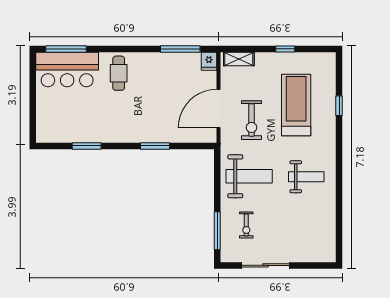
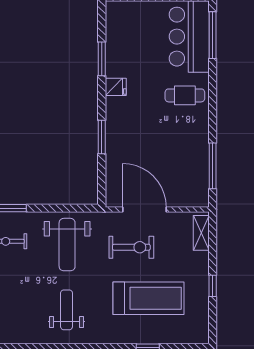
fridge: (209, 61) -> (116, 87), moved, turned 180
exercise bike: (252, 120) -> (131, 247), turned 180
weight bench: (306, 177) -> (67, 310), turned 180

